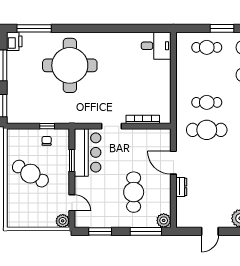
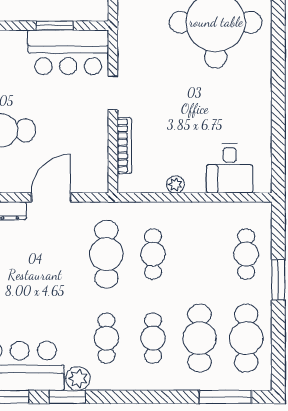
desk: (156, 46) -> (230, 168), moved
plant: (166, 89) -> (175, 185), added

